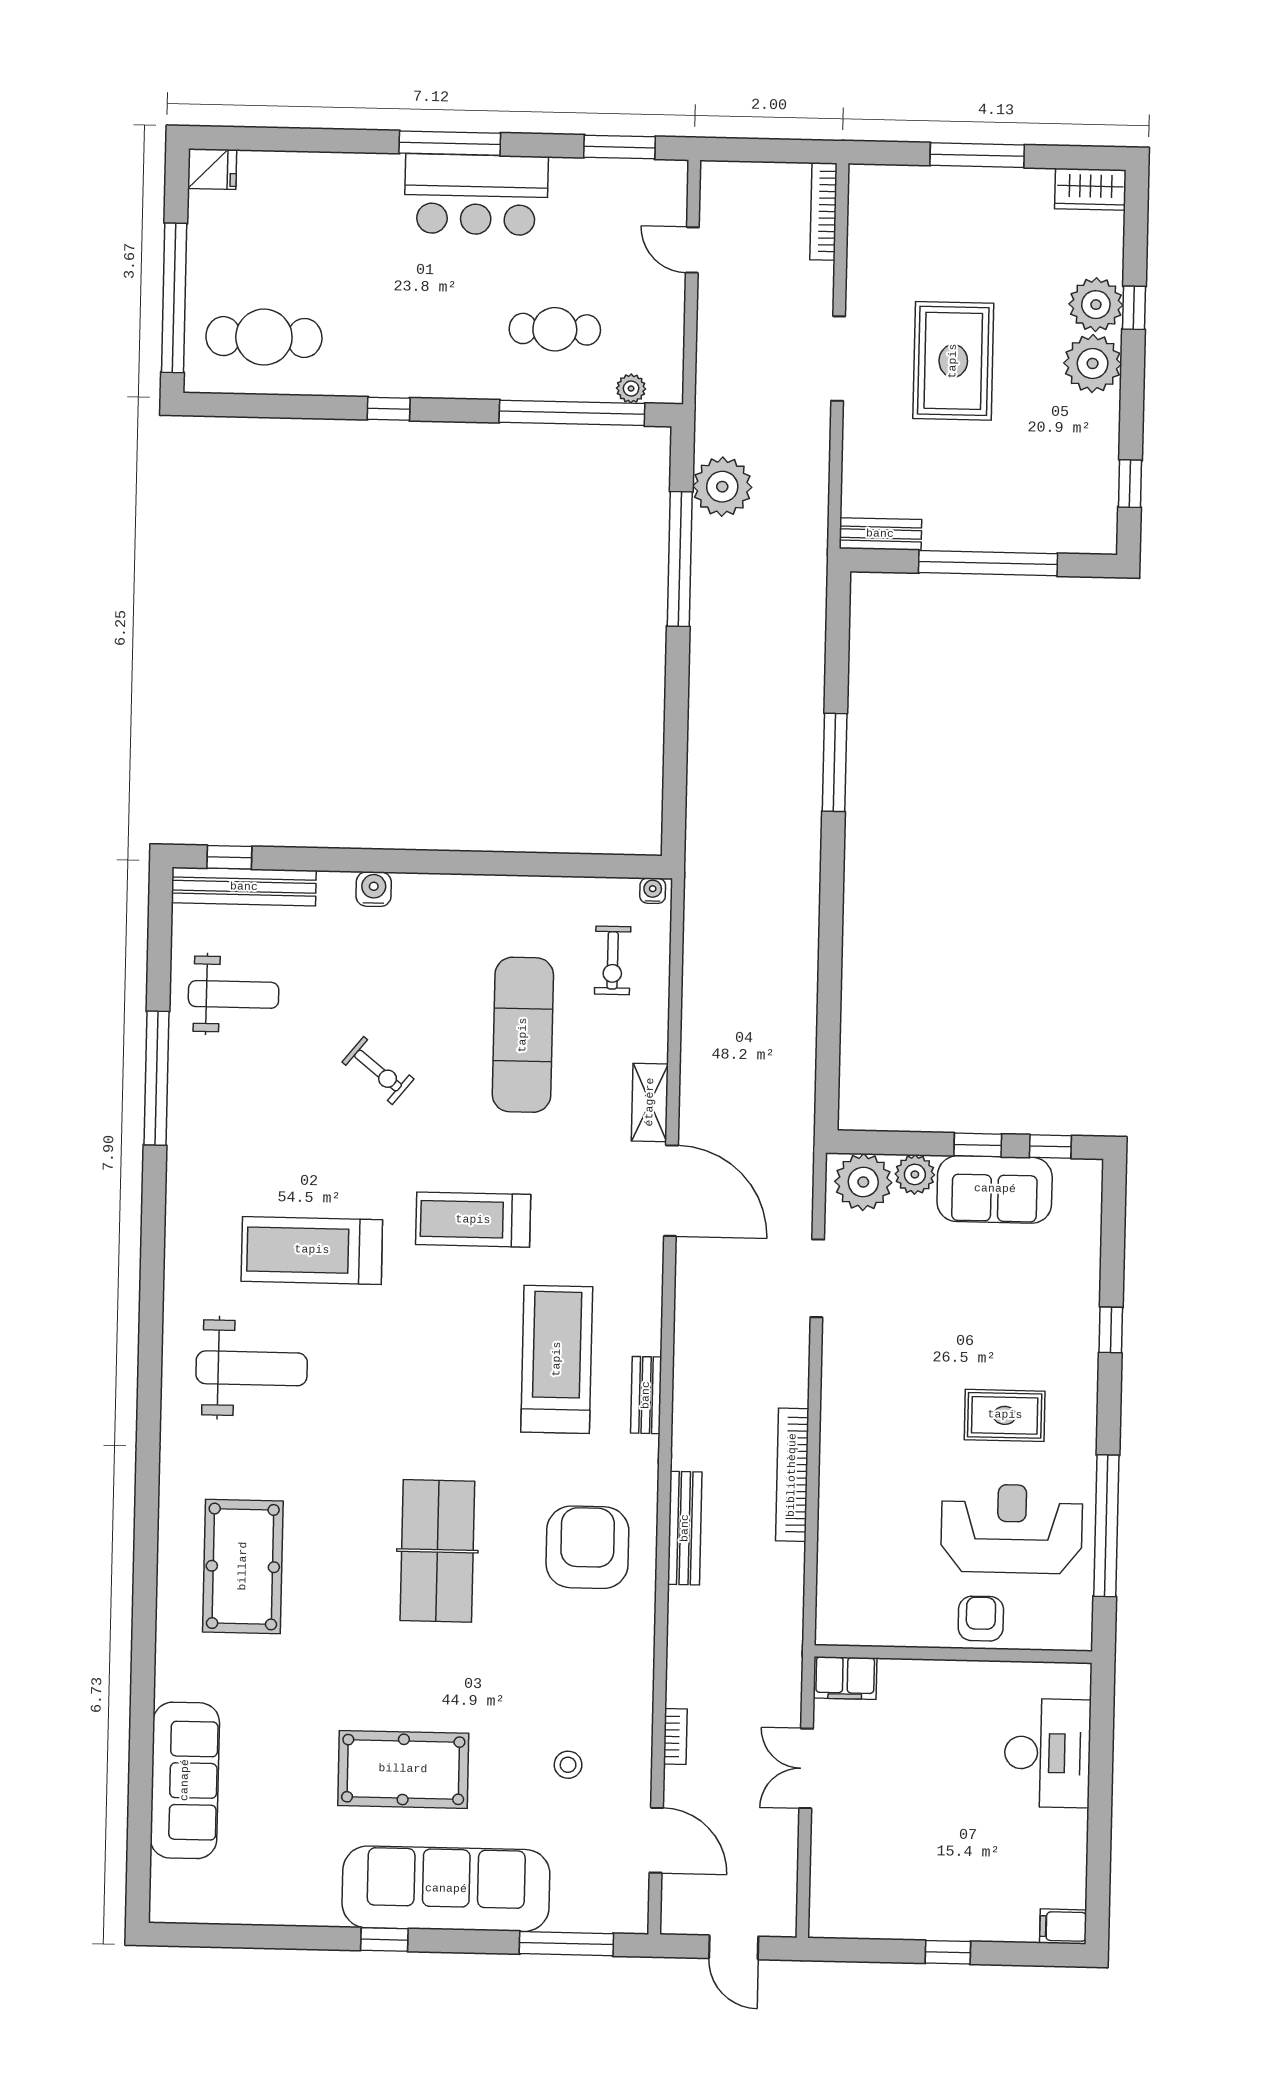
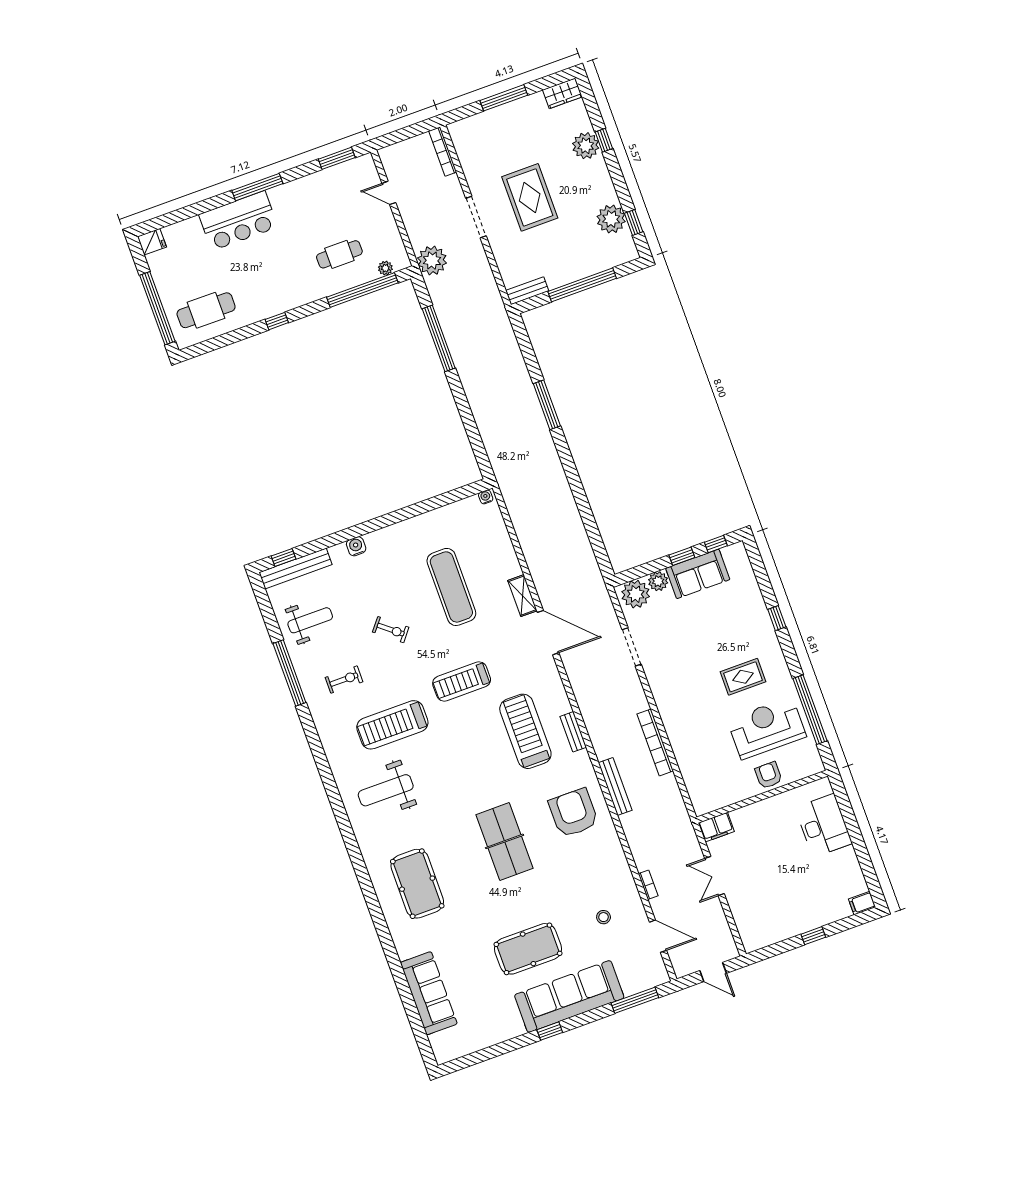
bar counter: (476, 195) -> (238, 221), moved
plant: (1093, 363) -> (611, 219), moved
plant: (722, 487) -> (432, 261), moved
exercise bike: (613, 960) -> (344, 680), moved, turned -90
weight bench: (252, 1368) -> (386, 790), turned 180

